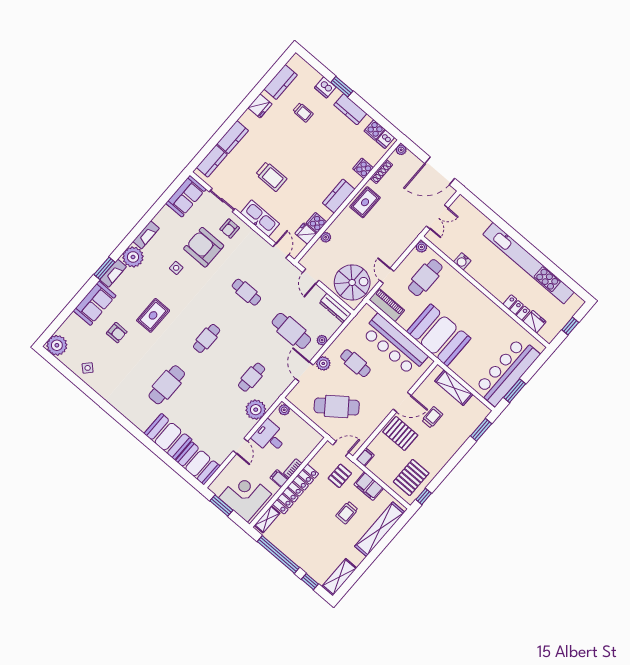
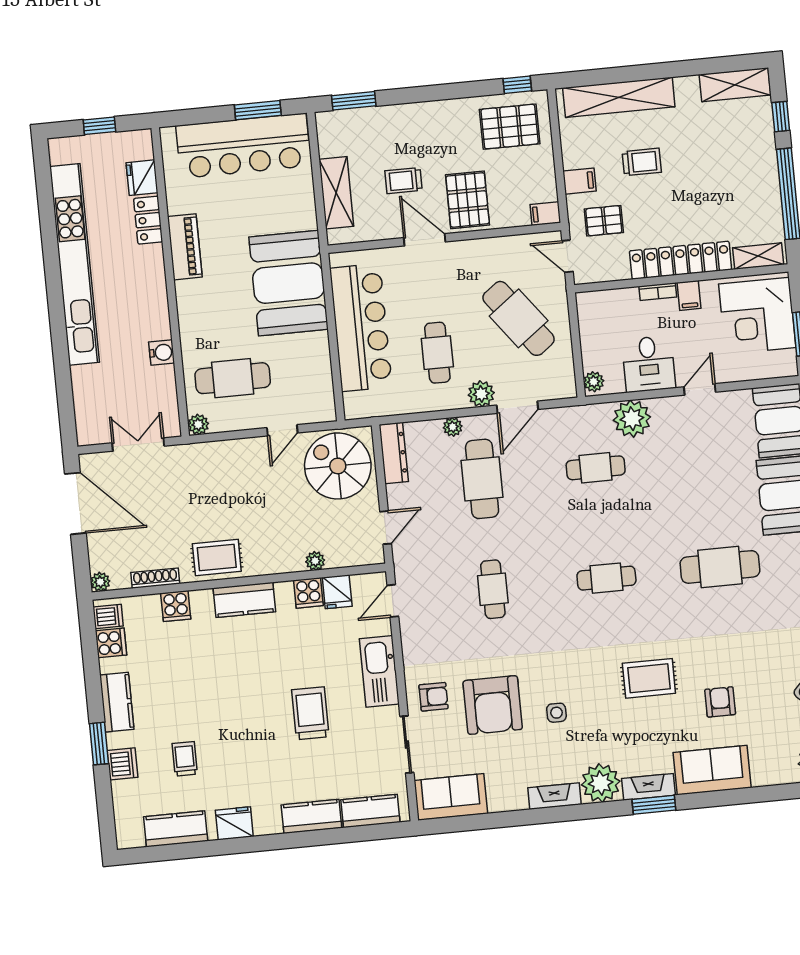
piano: (387, 305) -> (185, 247), moved, turned 180
filing cabinet: (369, 486) -> (579, 181), width x0.50

